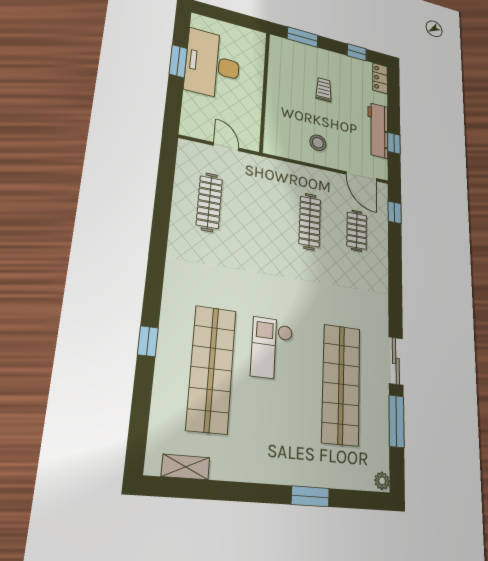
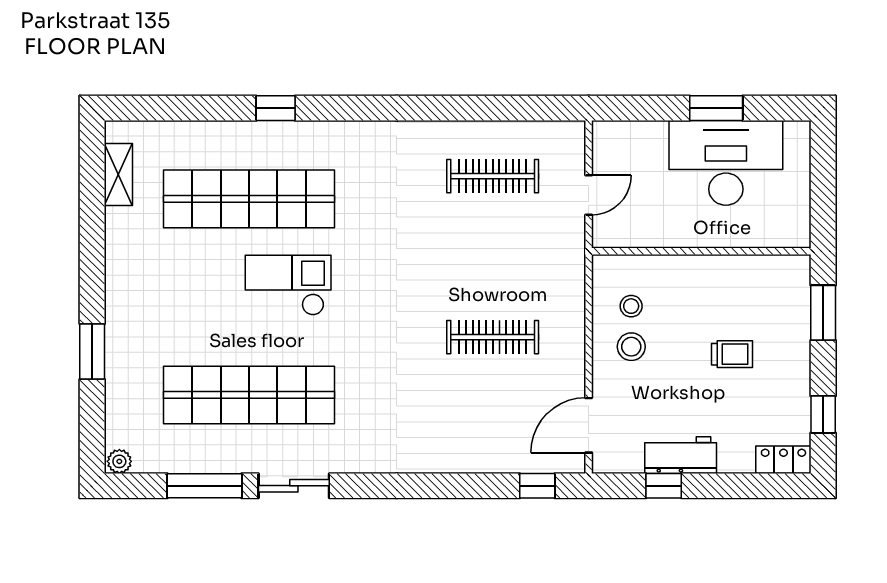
workbench: (378, 130) -> (681, 455), width x0.73
stool: (295, 137) -> (631, 306), added
clothes rail: (357, 231) -> (493, 418), removed

